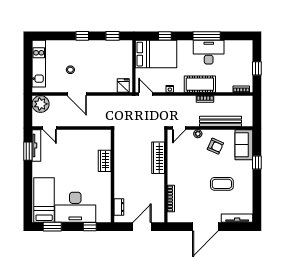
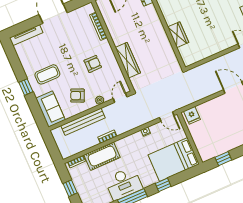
window: (165, 36) -> (163, 185), moved
cot: (200, 84) -> (102, 156), moved
window: (257, 163) -> (26, 87), moved
armchair: (190, 168) -> (93, 64), added
coffee table: (222, 184) -> (47, 74), moved

